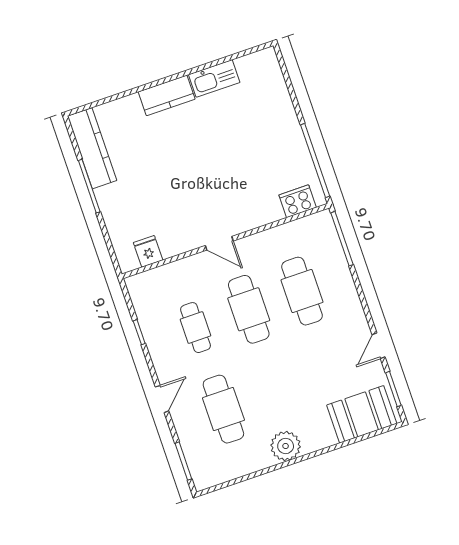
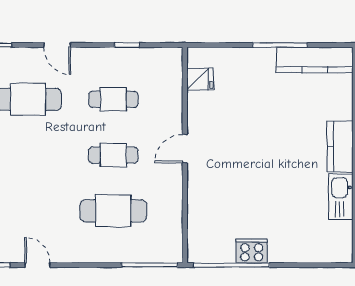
cooker: (298, 201) -> (252, 251), moved, turned -90
cafe table: (249, 309) -> (113, 155), width x0.73, depth x0.74

